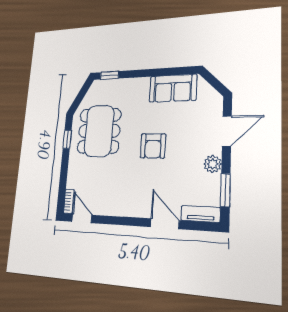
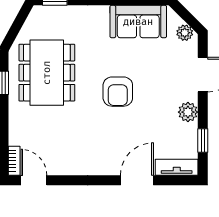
plant: (212, 96) -> (185, 33), added
window: (225, 190) -> (203, 141), width x0.67
door: (165, 224) -> (137, 180), hinge flipped

